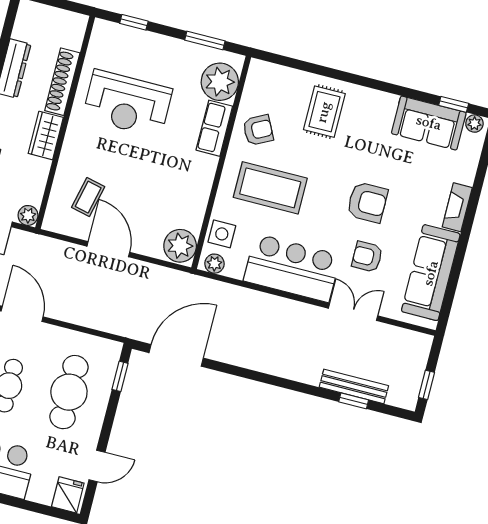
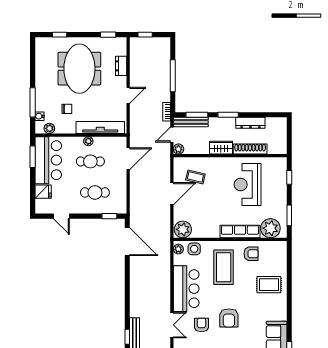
row of seats: (214, 128) -> (240, 231), width x1.48
armchair: (258, 130) -> (251, 254), turned -63
cafe table: (69, 392) -> (95, 192), width x0.73, depth x0.74
fridge: (68, 495) -> (43, 192), moved

